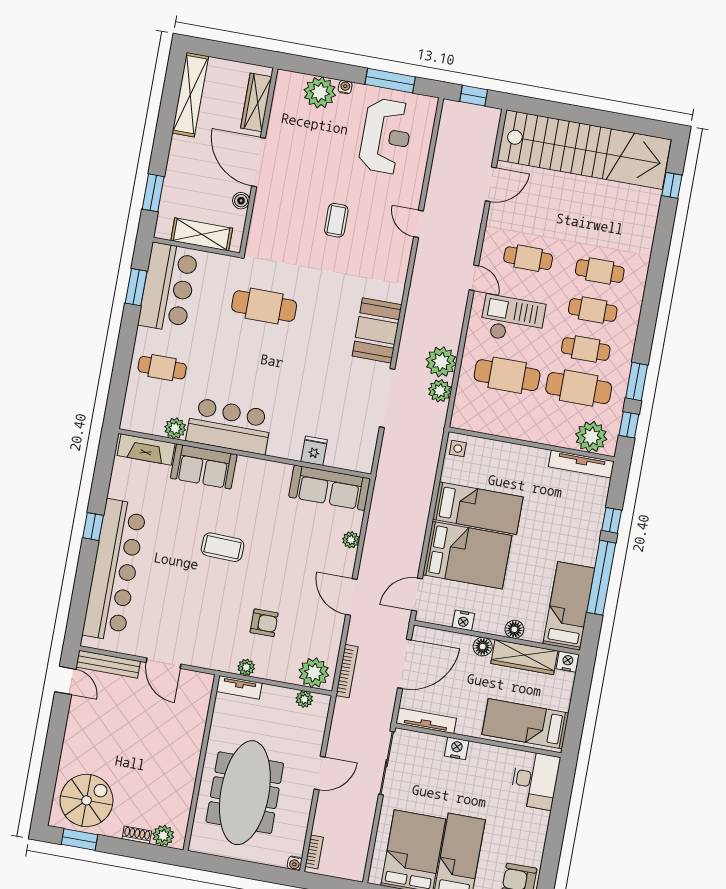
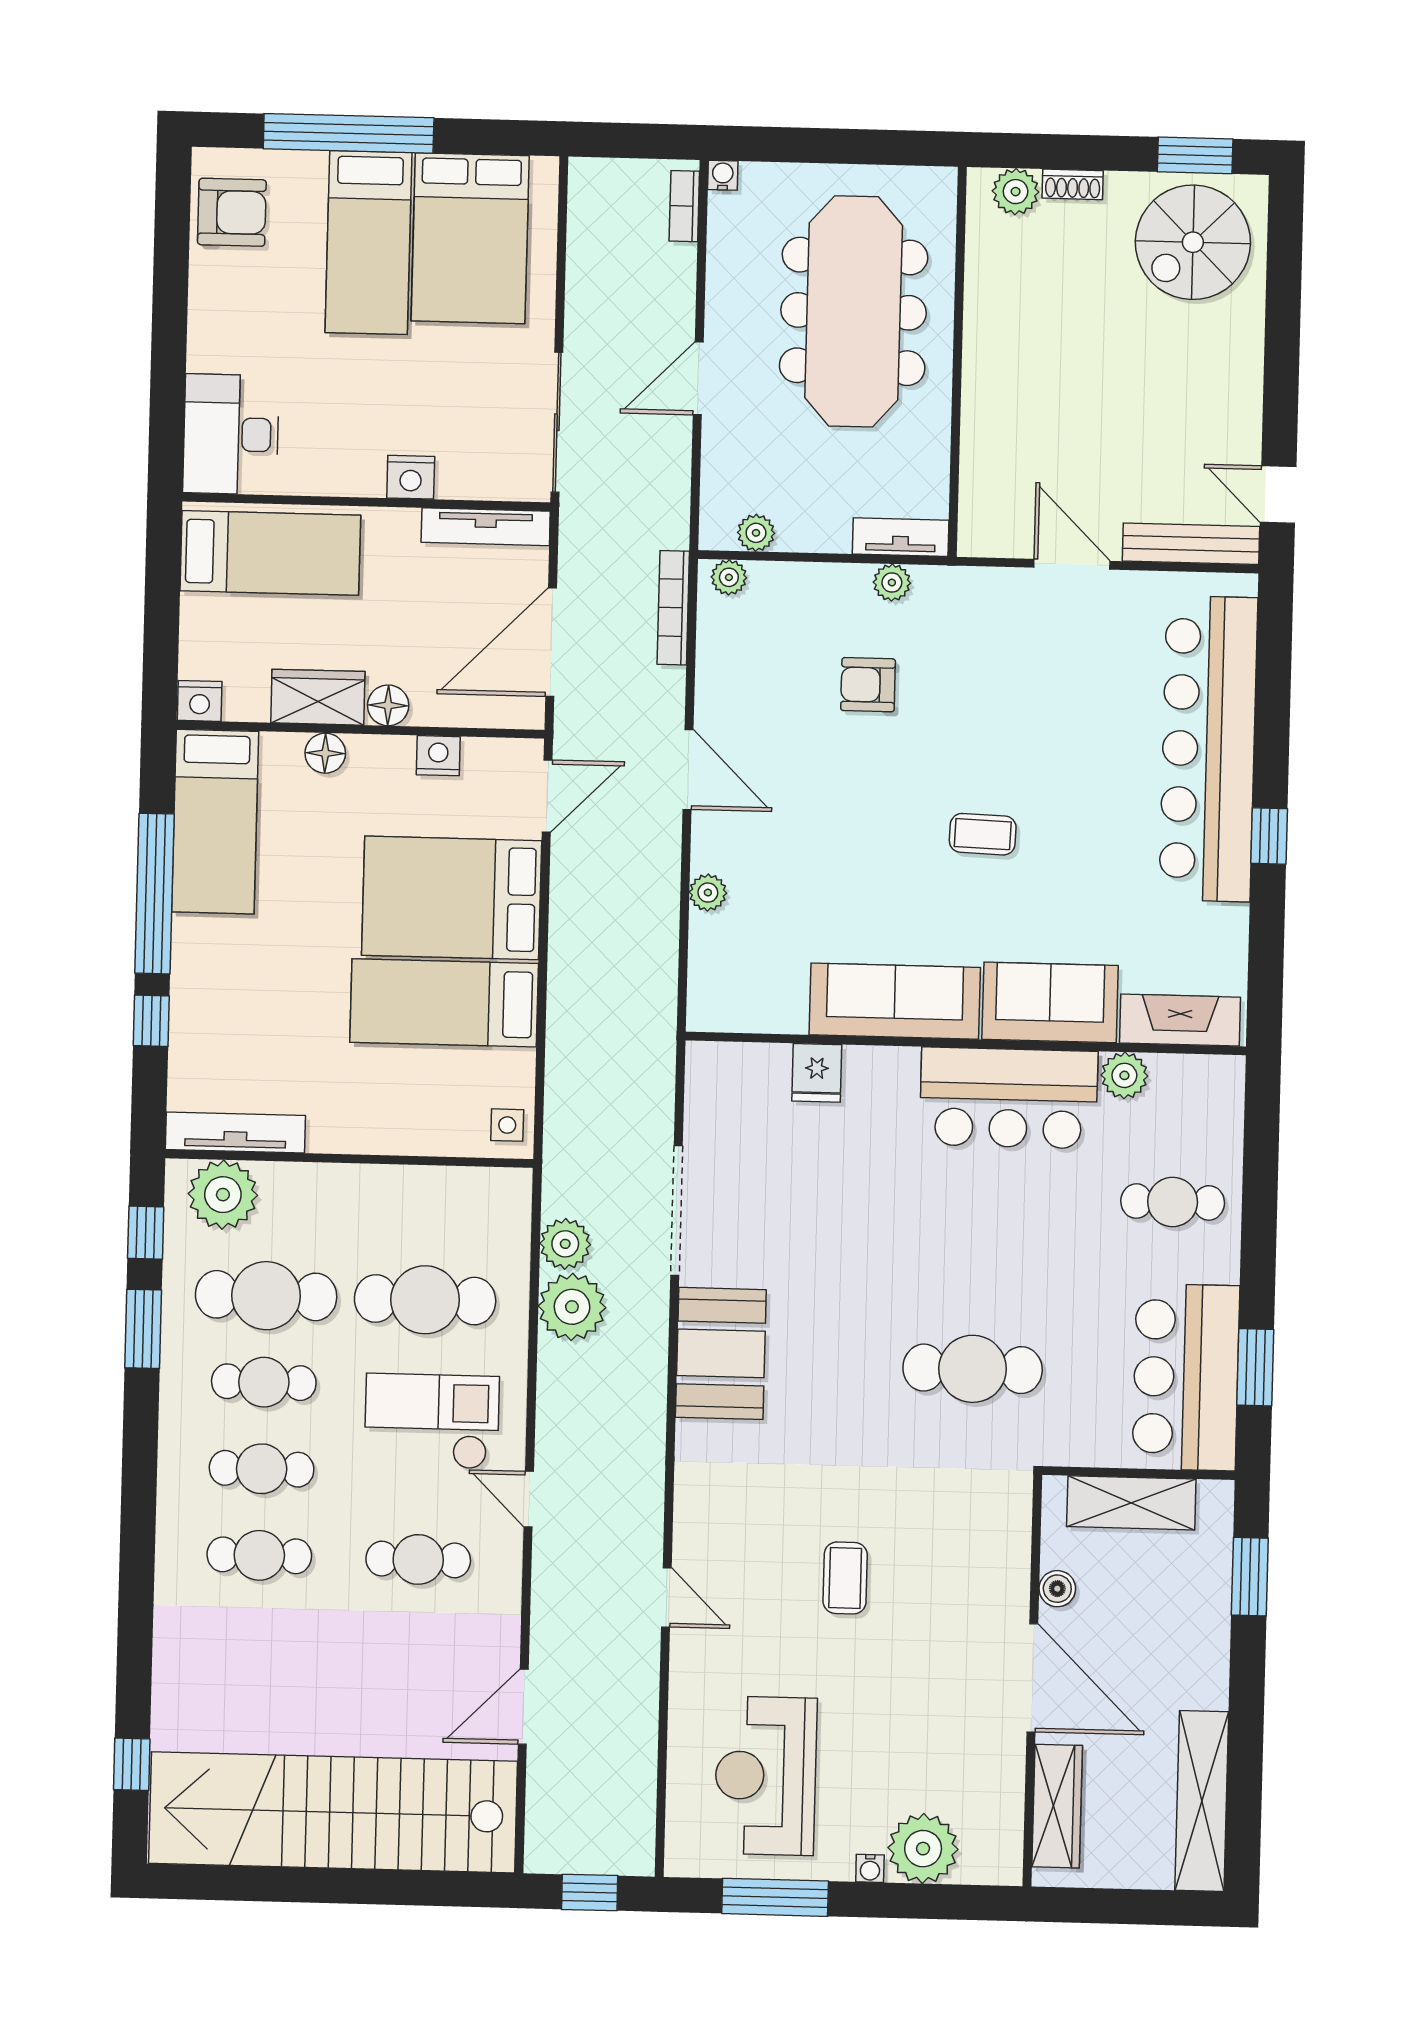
checkout: (512, 320) -> (432, 1421), turned 180
sofa: (330, 488) -> (895, 1001), moved
coffee table: (223, 547) -> (983, 834), width x0.73, depth x0.77
wardrobe: (524, 657) -> (318, 697), width x0.67
plant: (314, 673) -> (729, 577), width x0.53, depth x0.53

